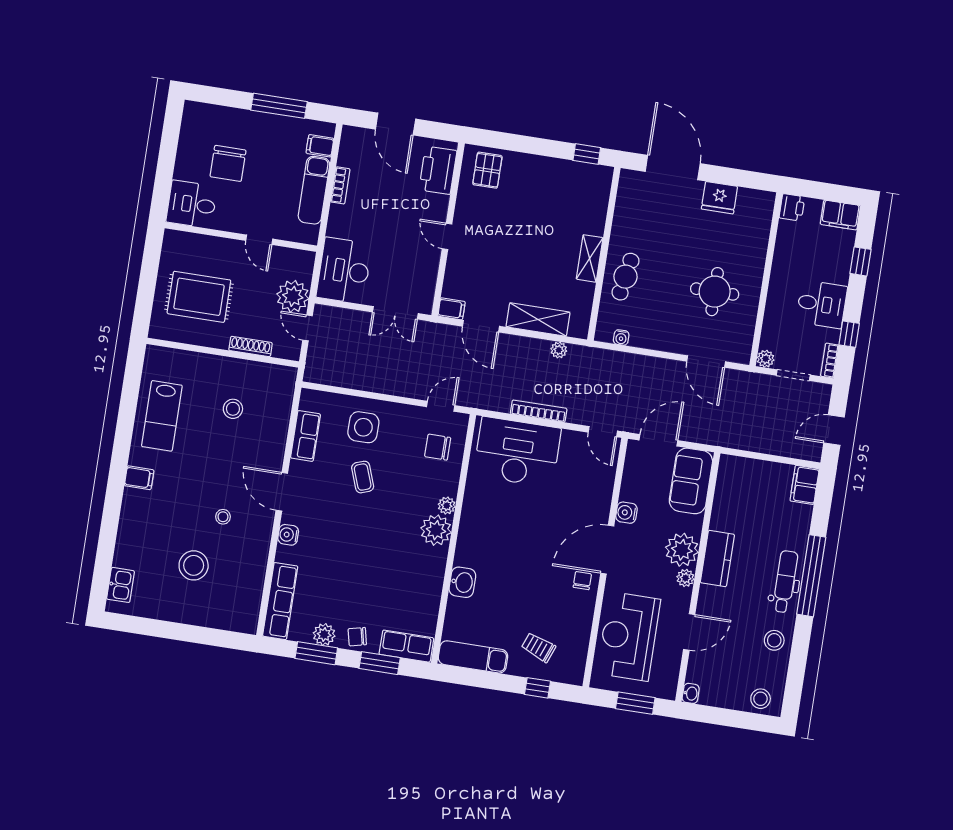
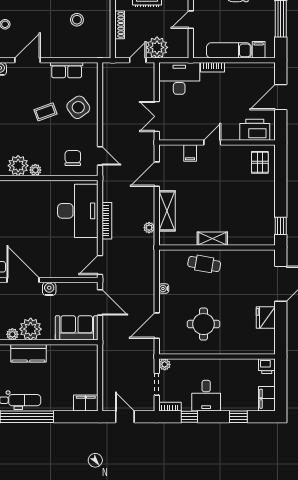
pallet: (487, 170) -> (260, 162), turned 90
bookcase: (340, 185) -> (213, 67), moved
filing cabinet: (452, 309) -> (190, 153), moved
water cooler: (621, 338) -> (164, 288), moved
side table: (363, 427) -> (78, 107), turned -36

